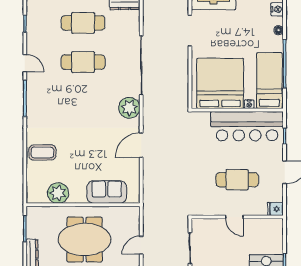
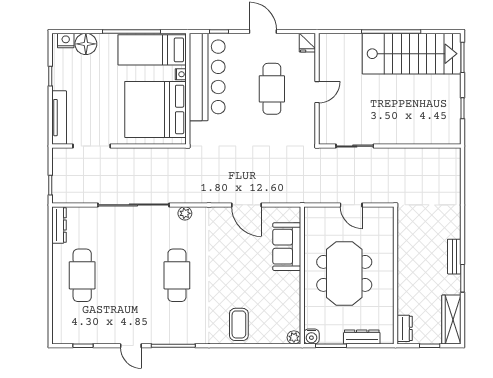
floor lamp: (279, 30) -> (86, 44), width x1.89, depth x1.89
cafe table: (83, 62) -> (177, 275), moved
door: (25, 63) -> (131, 346), swing flipped
plant: (129, 108) -> (185, 213), width x0.53, depth x0.53
door: (141, 145) -> (246, 205), moved
plant: (58, 193) -> (294, 337), moved, width x0.53, depth x0.53
water cooler: (32, 212) -> (311, 336), added

